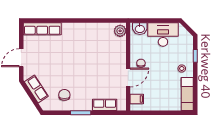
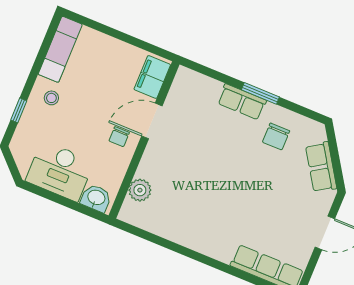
plant: (120, 31) -> (140, 190), moved
filing cabinet: (137, 99) -> (152, 77), width x2.00
row of seats: (105, 105) -> (242, 102), moved

